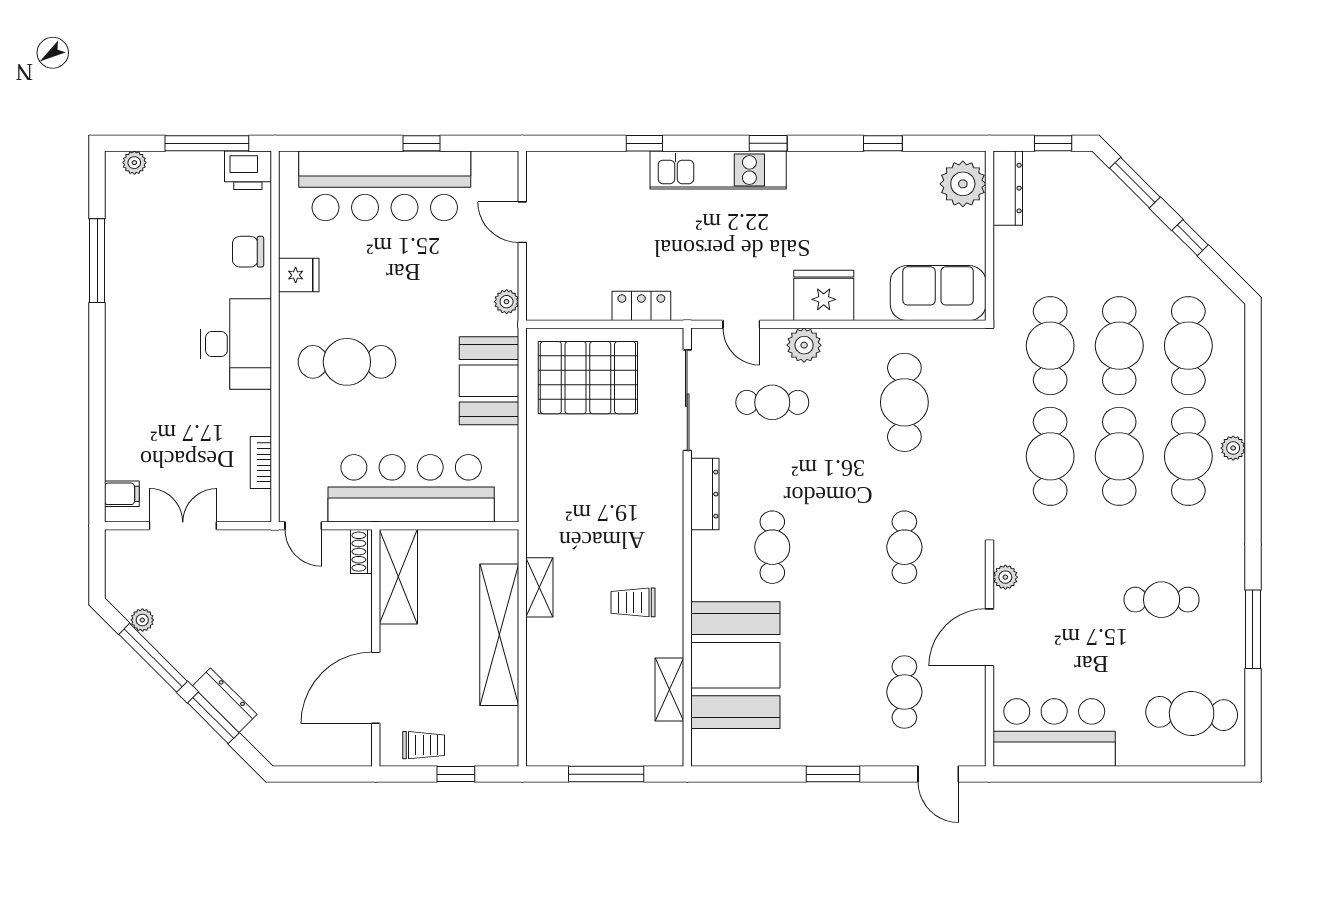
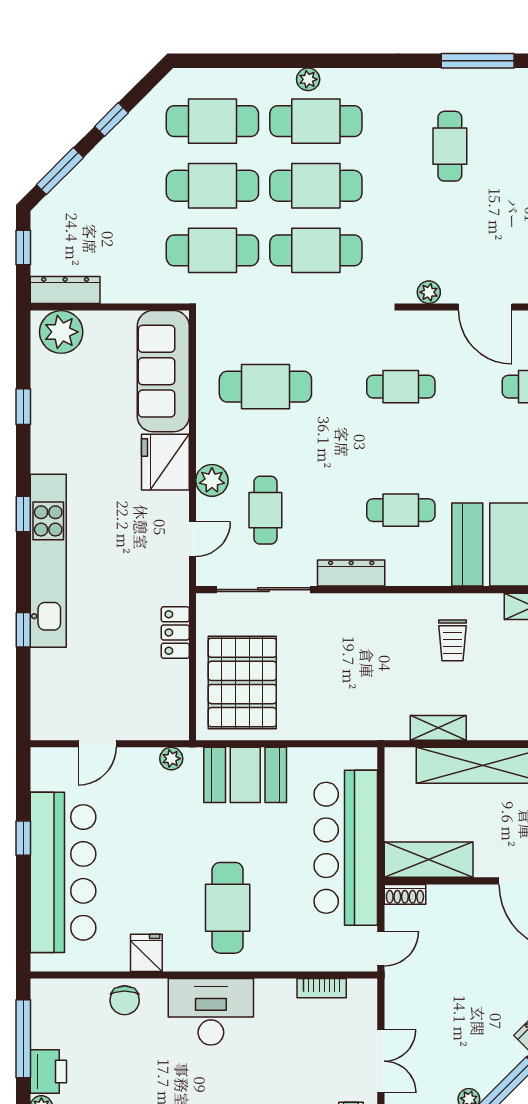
printer: (248, 170) -> (48, 1071), moved
kitchen unit: (718, 170) -> (48, 561), width x1.36
sofa: (938, 293) -> (163, 371), width x1.36
double door: (183, 526) -> (381, 1061), swing flipped

